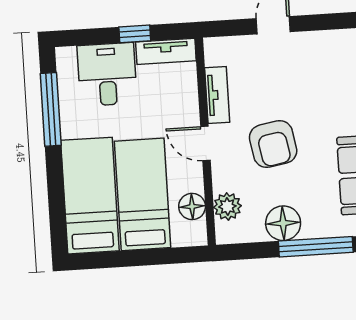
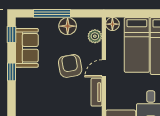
door: (205, 143) -> (104, 68), swing flipped
floor lamp: (192, 206) -> (112, 24), moved

